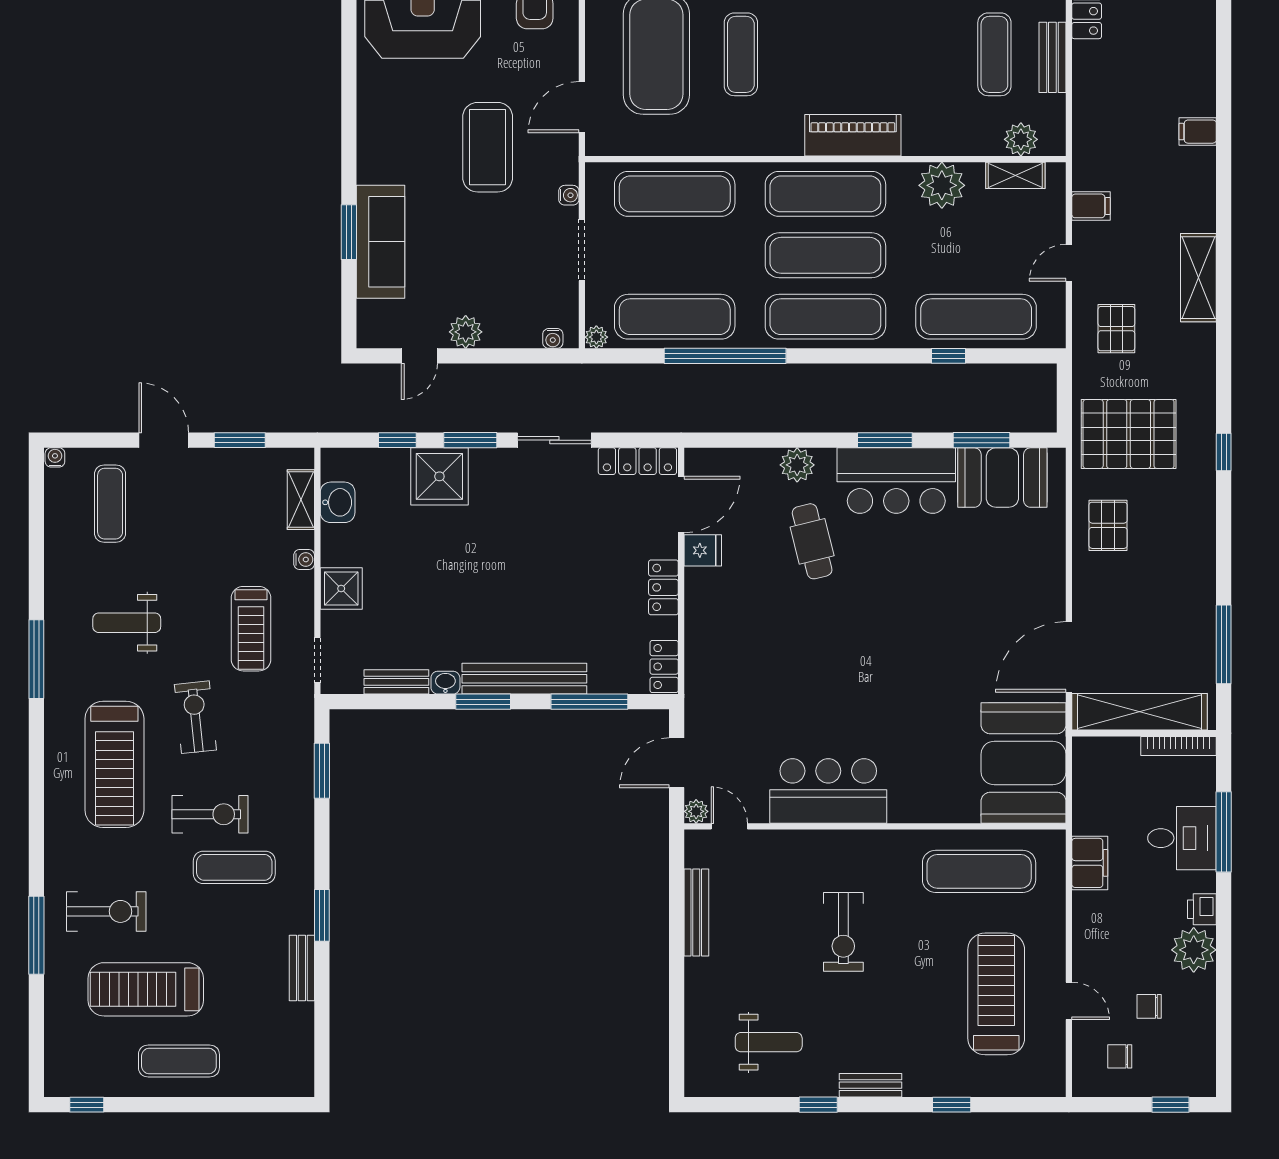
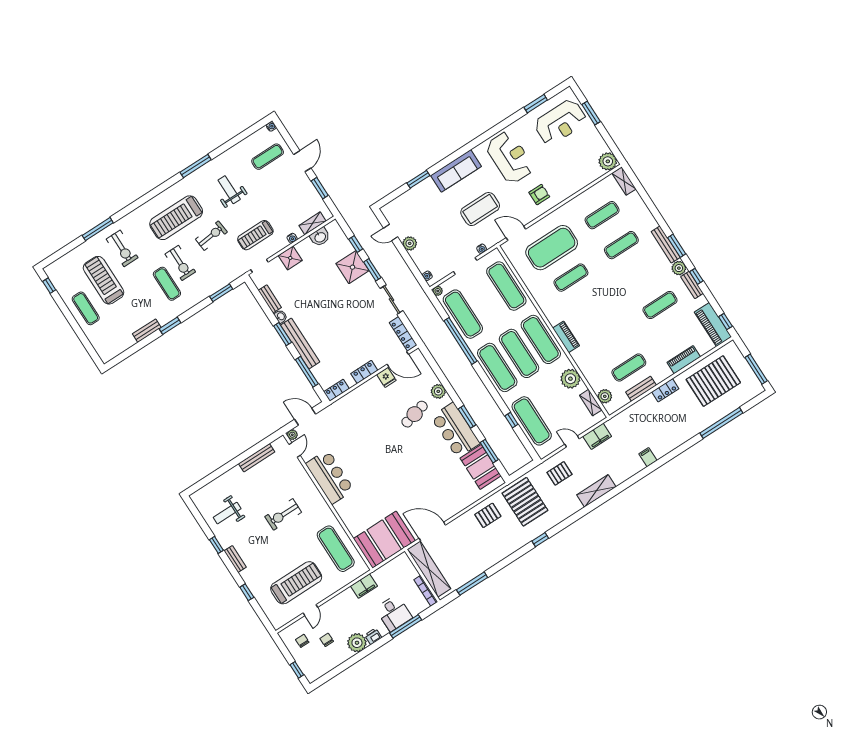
piano: (853, 135) -> (566, 337), width x0.73, depth x0.75
filing cabinet: (1091, 206) -> (597, 436), width x2.00
sofa: (381, 242) -> (456, 171), moved
weight bench: (769, 1042) -> (227, 513), turned 90

